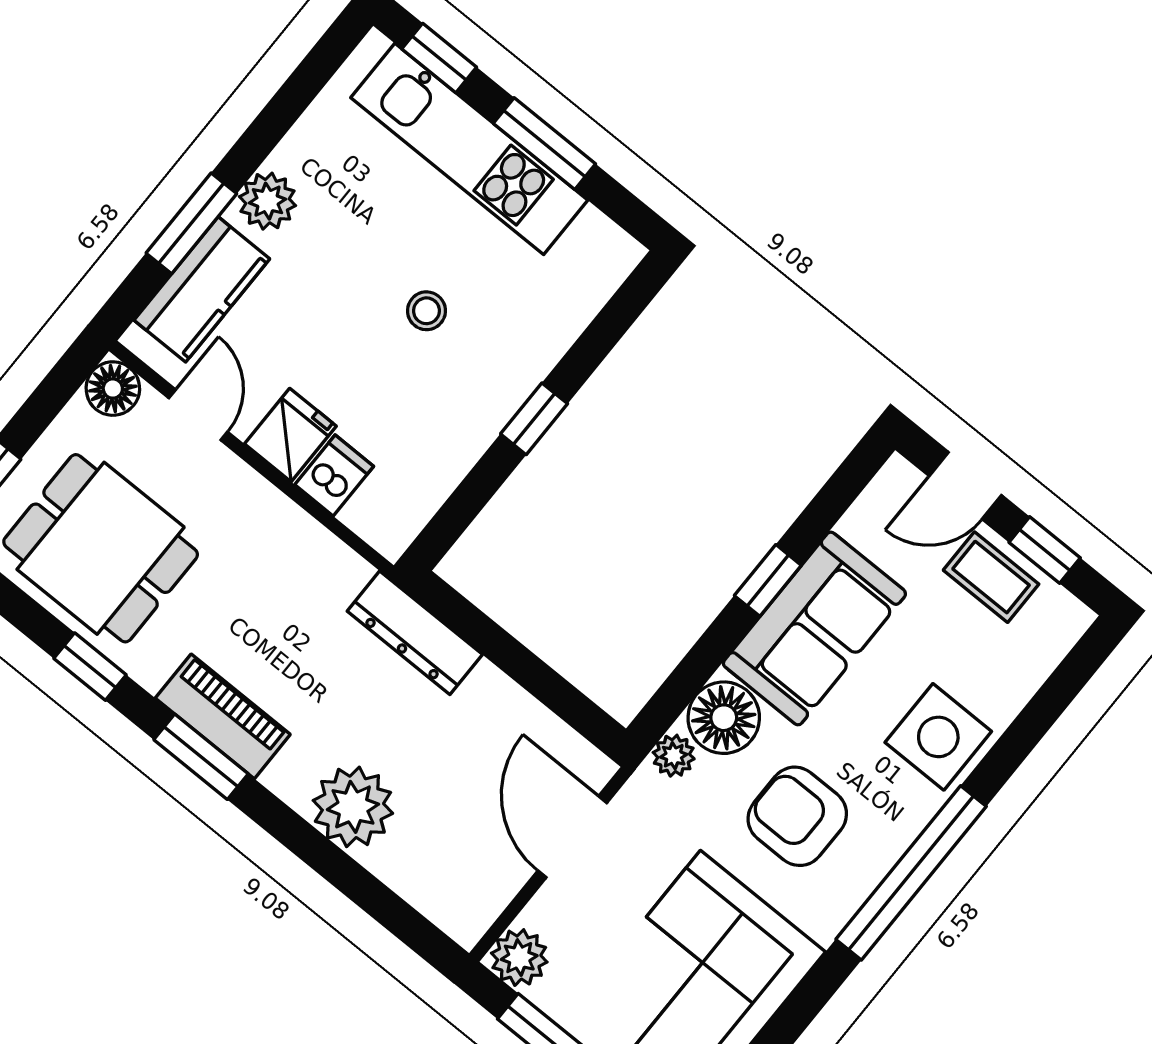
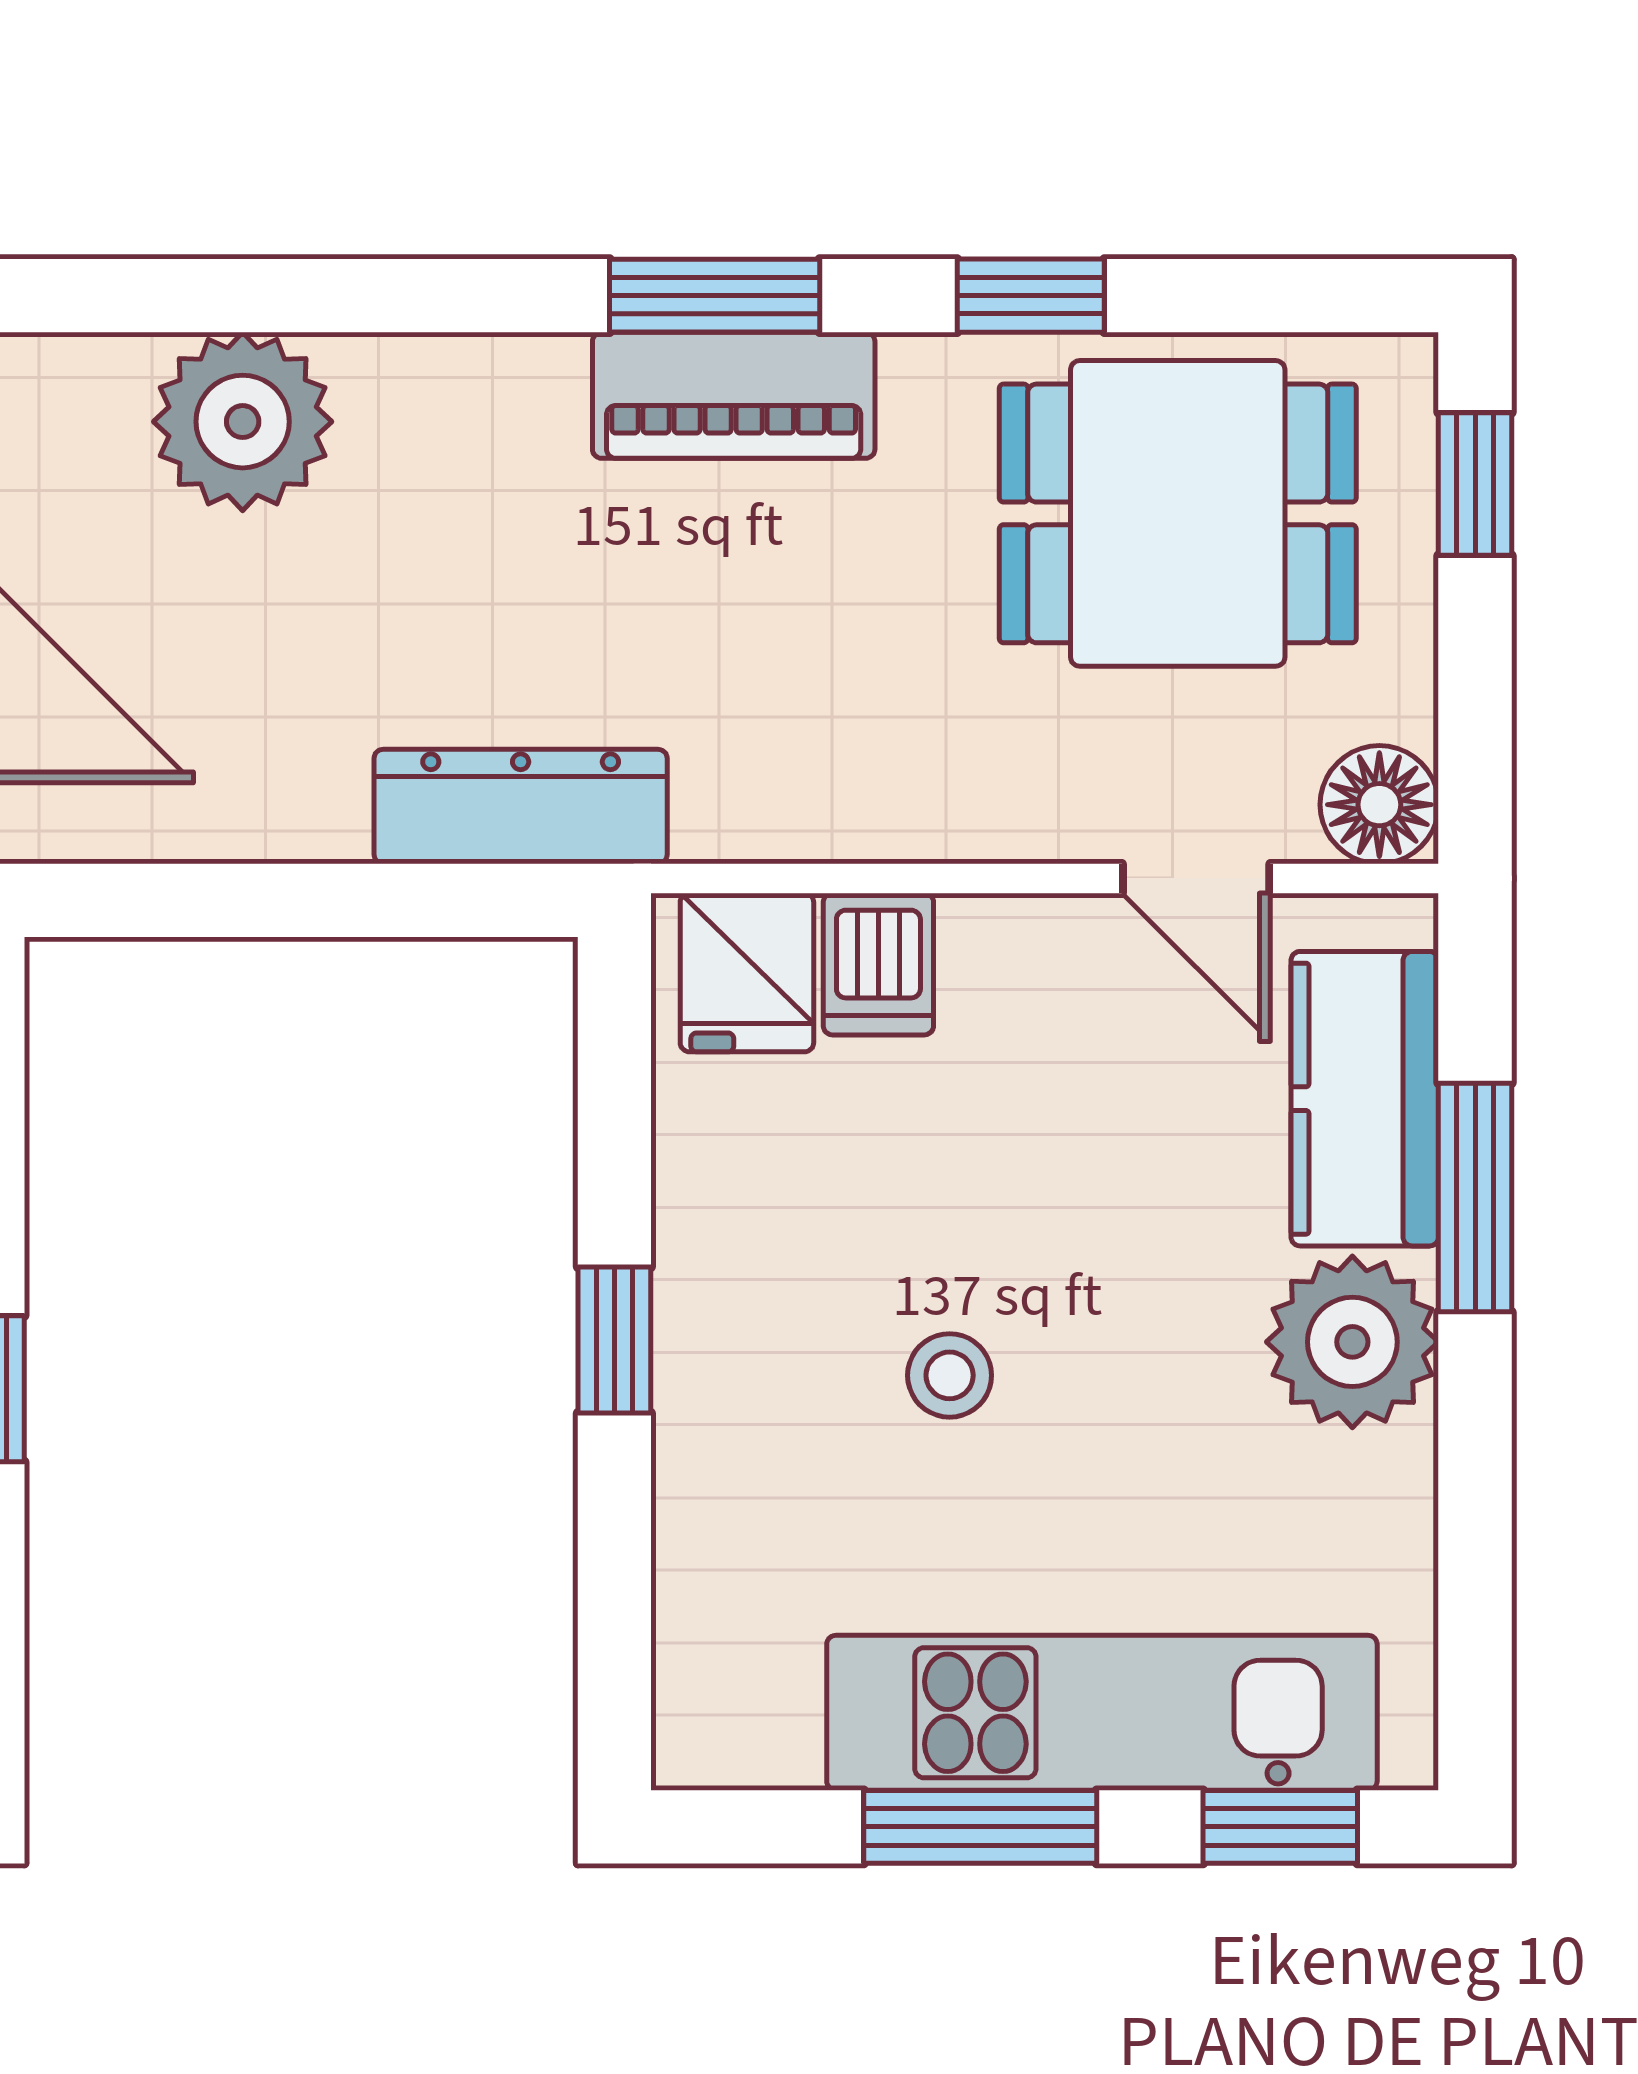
plant: (267, 201) -> (1352, 1342), width x1.36, depth x1.36
fridge: (290, 435) -> (747, 972), moved
plant: (353, 807) -> (243, 422), moved

